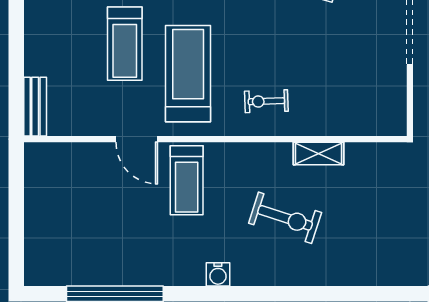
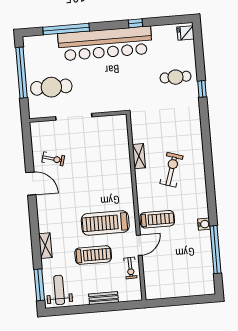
exercise bike: (266, 101) -> (130, 268), moved
bench: (35, 107) -> (104, 298), moved
water cooler: (218, 274) -> (204, 224), moved

